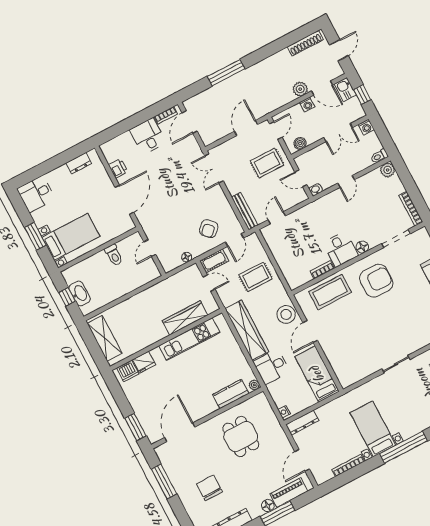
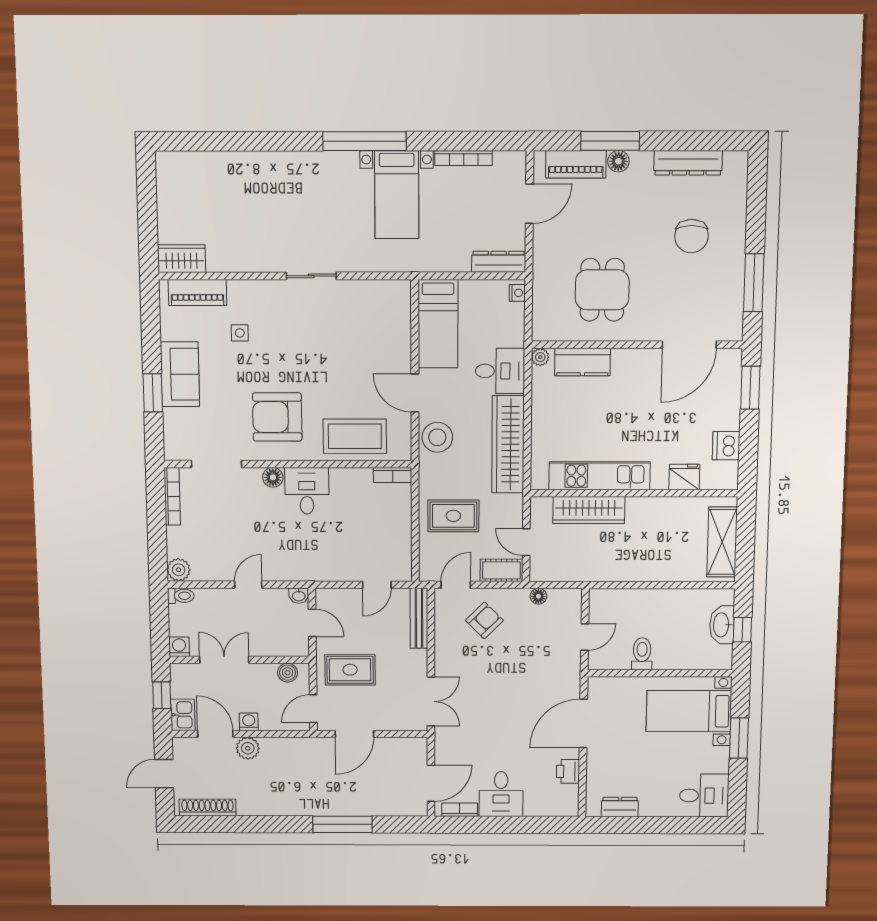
bookcase: (322, 270) -> (393, 475), moved
side table: (418, 315) -> (240, 333), added
door: (310, 332) -> (415, 393), swing flipped
dishwasher: (128, 371) -> (726, 446), moved, turned -90

